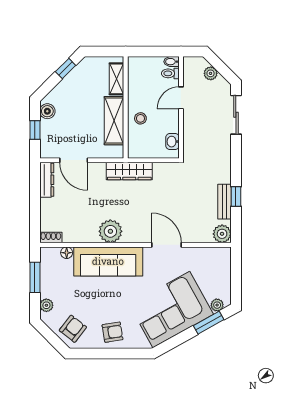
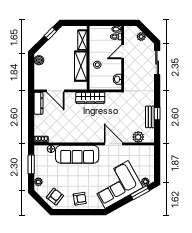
window: (35, 130) -> (31, 72), removed
plant: (110, 231) -> (78, 135), removed
plant: (222, 234) -> (138, 137), moved

